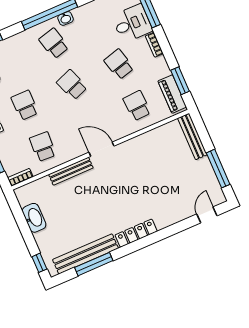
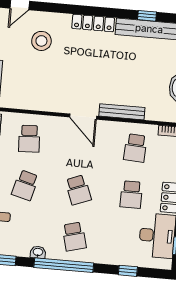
washbasin: (65, 18) -> (38, 252), moved
school desk: (119, 64) -> (25, 185), turned 30
stool: (172, 194) -> (41, 41), added
window: (94, 264) -> (147, 16), width x0.46

